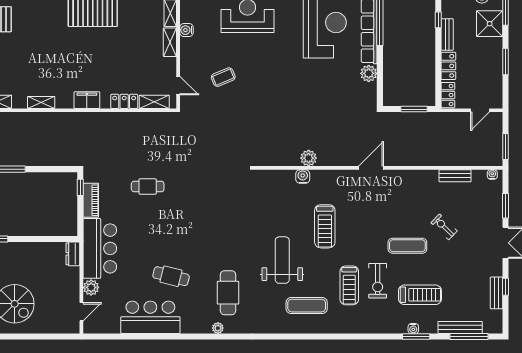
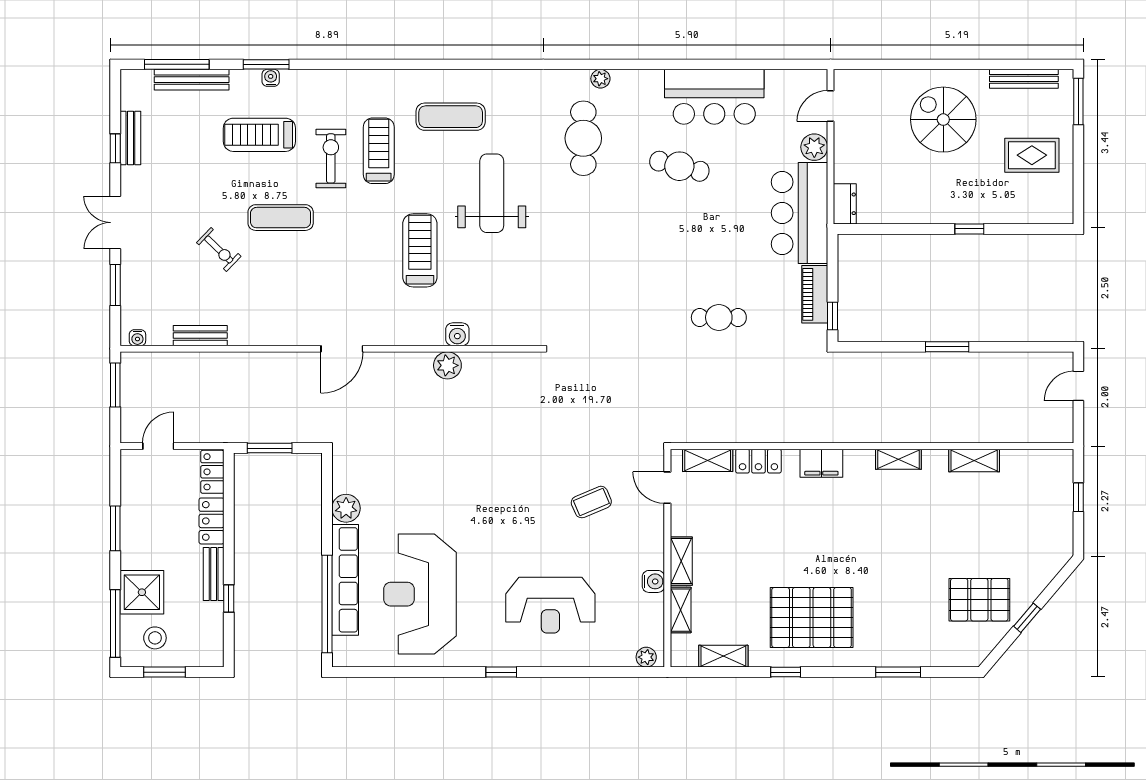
weight bench: (282, 260) -> (492, 193), turned 180

